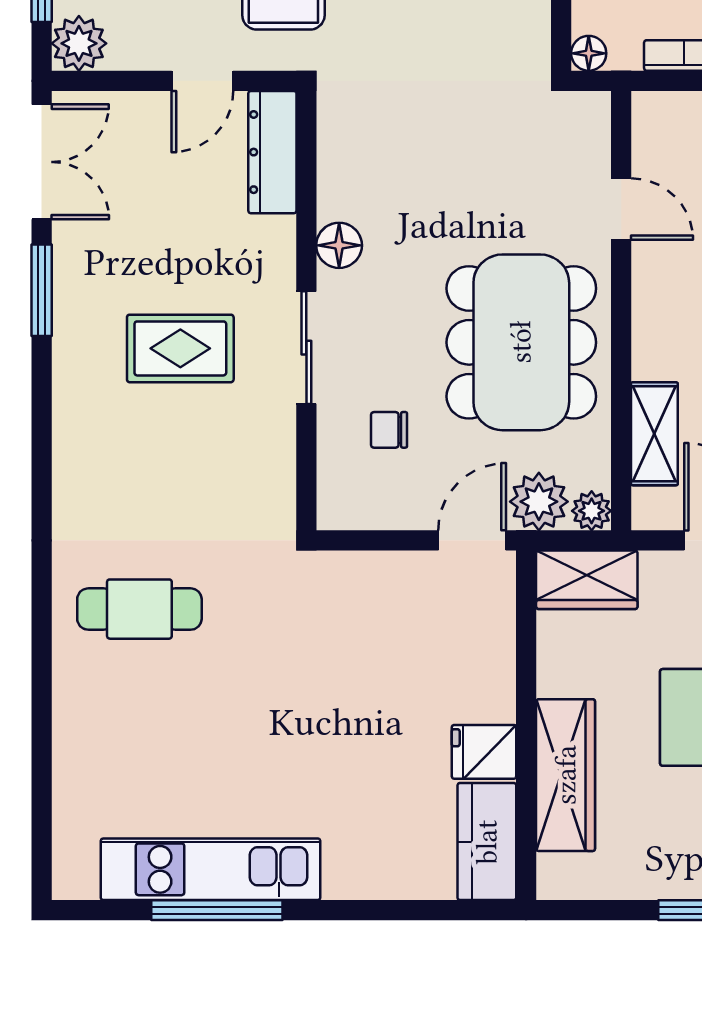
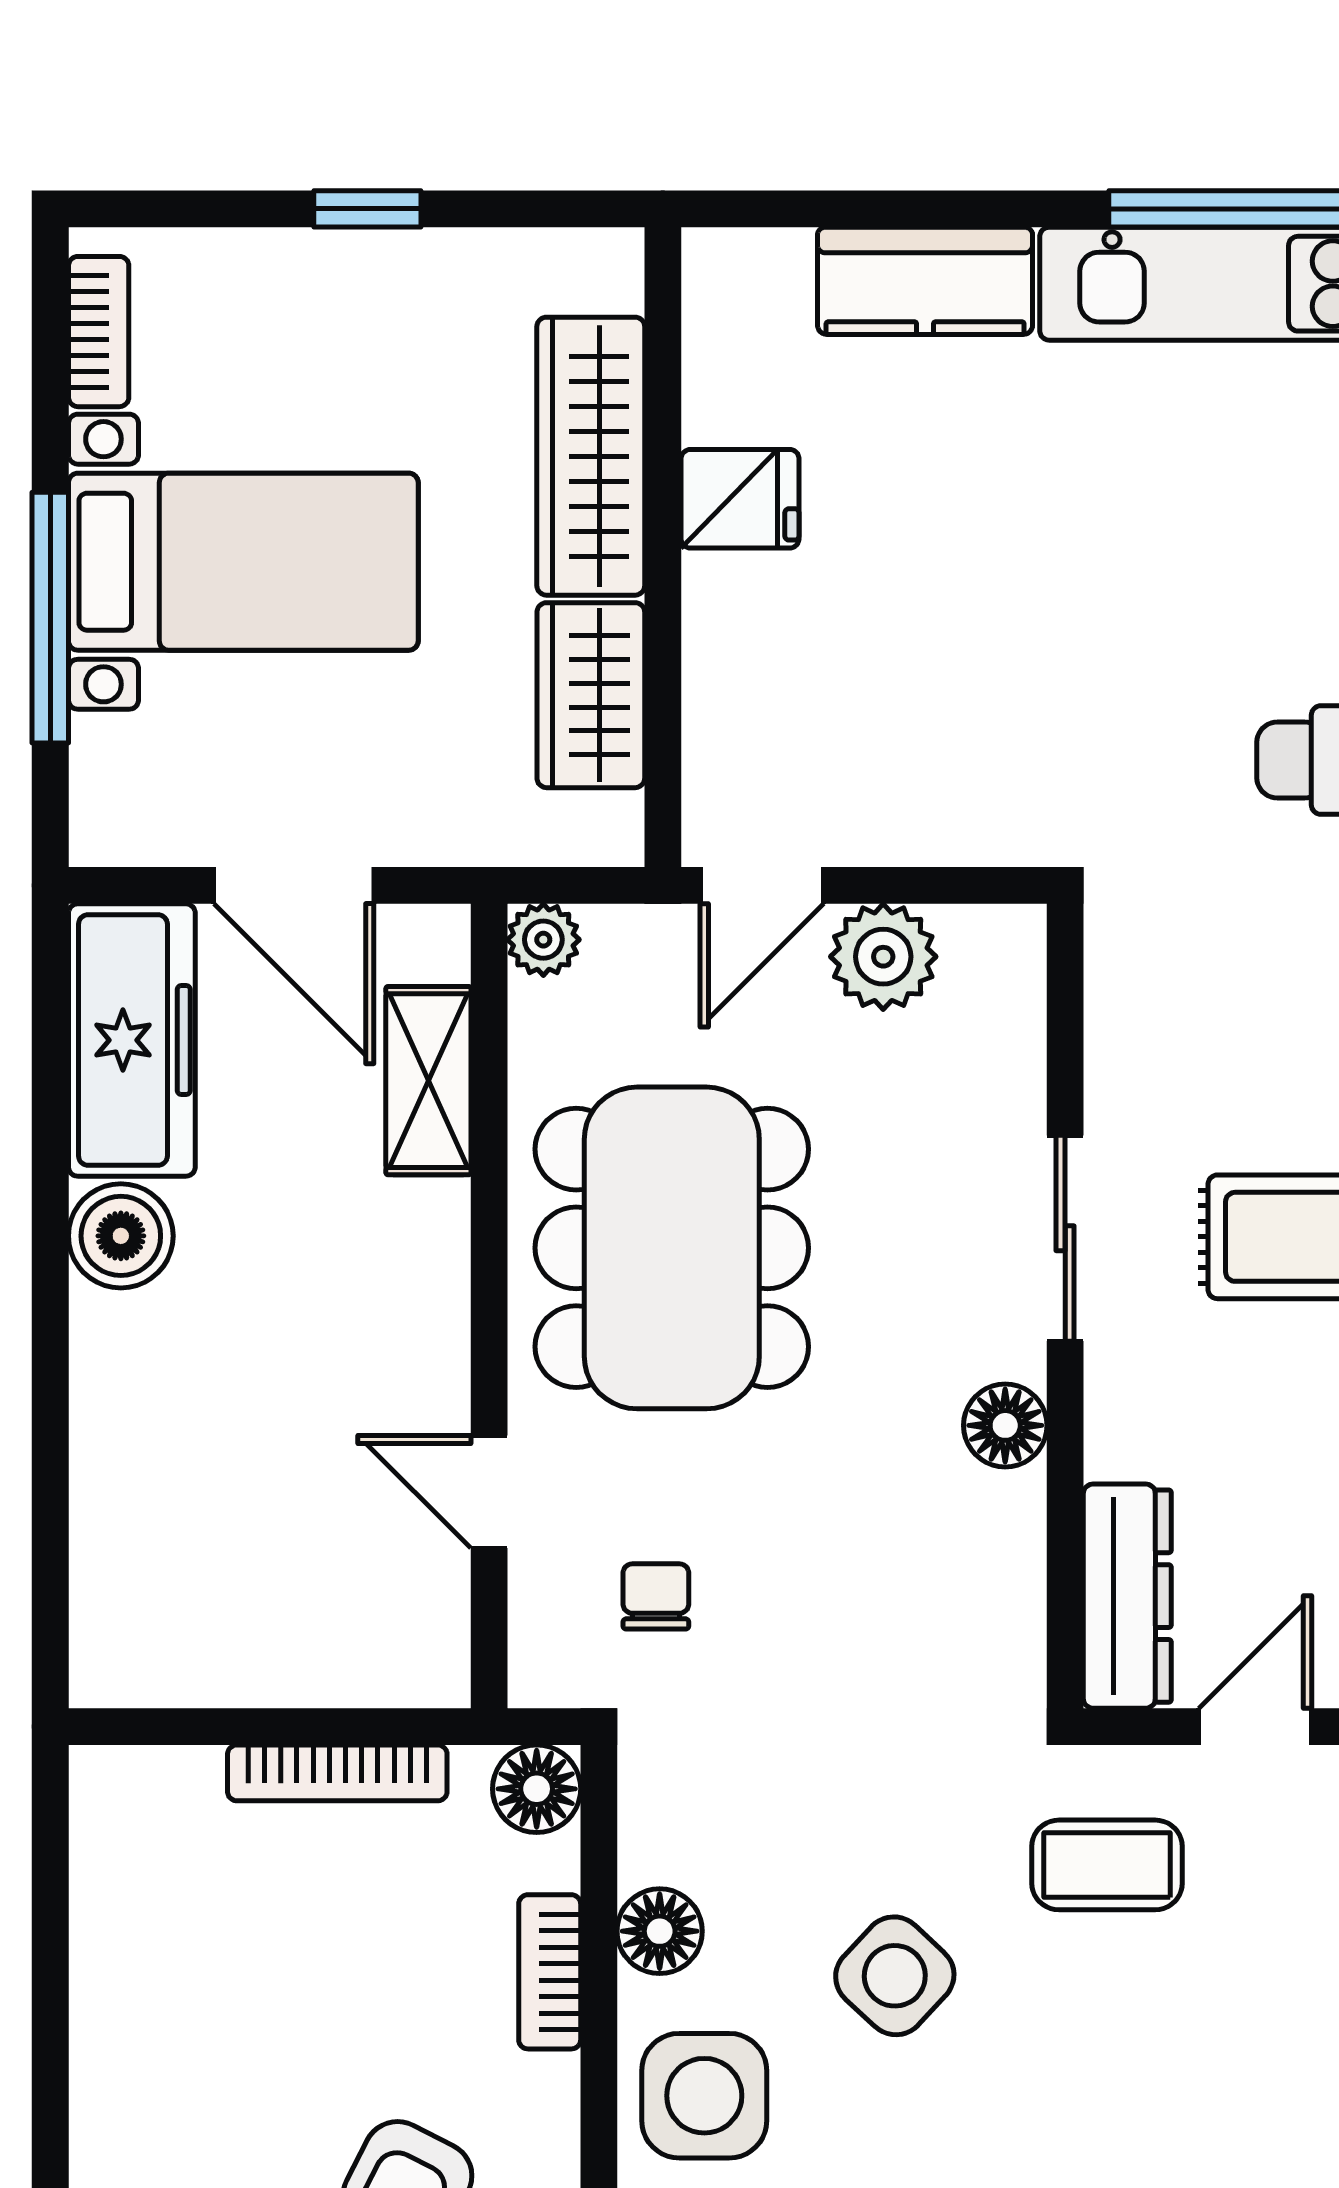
floor lamp: (589, 53) -> (537, 1789), width x1.37, depth x1.37
chair: (389, 430) -> (656, 1596), moved, turned -90
plant: (539, 502) -> (883, 957), moved
wardrobe: (587, 580) -> (591, 695), moved, turned -90
kitchen counter: (487, 842) -> (925, 281), moved, turned 90

